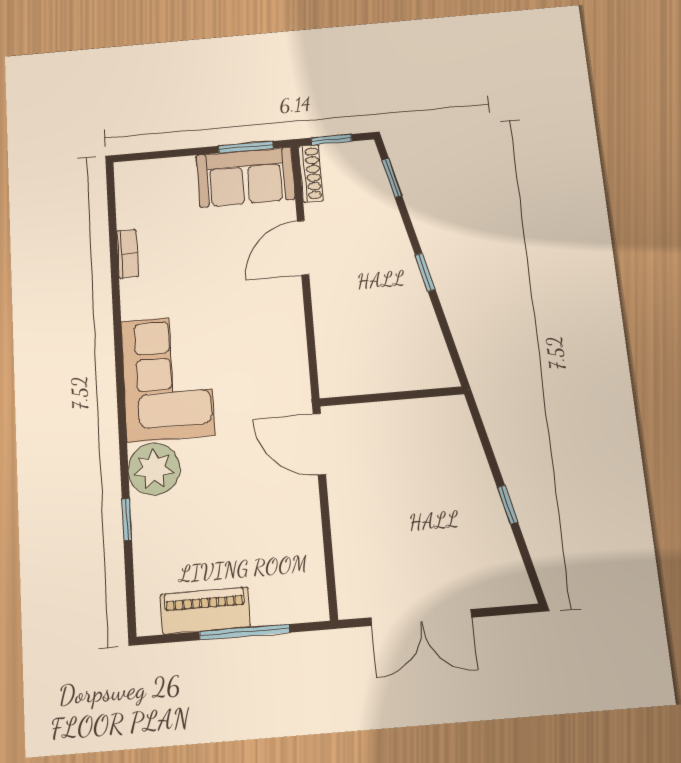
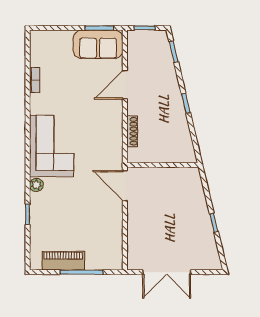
shoe rack: (311, 173) -> (132, 131), moved
plant: (154, 469) -> (36, 185), width x0.53, depth x0.53

